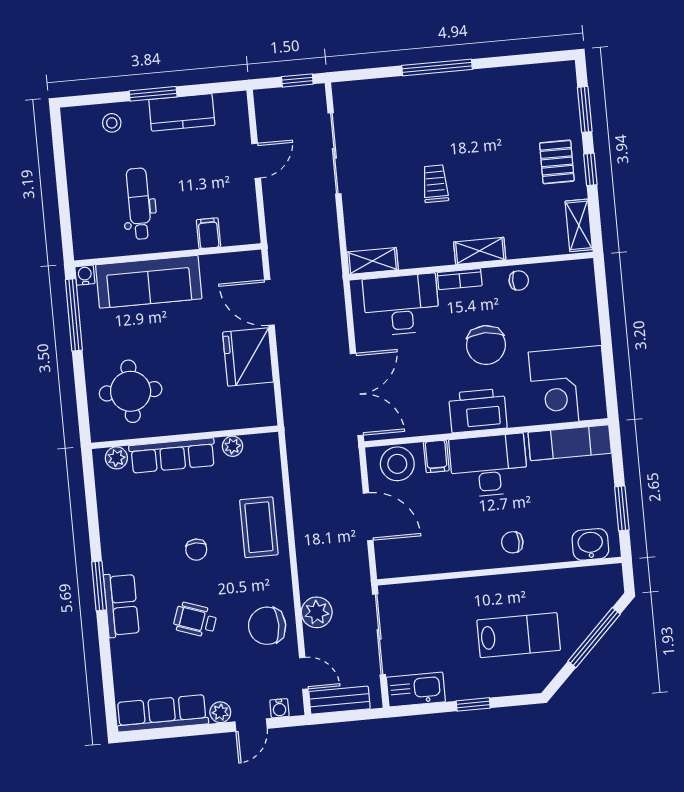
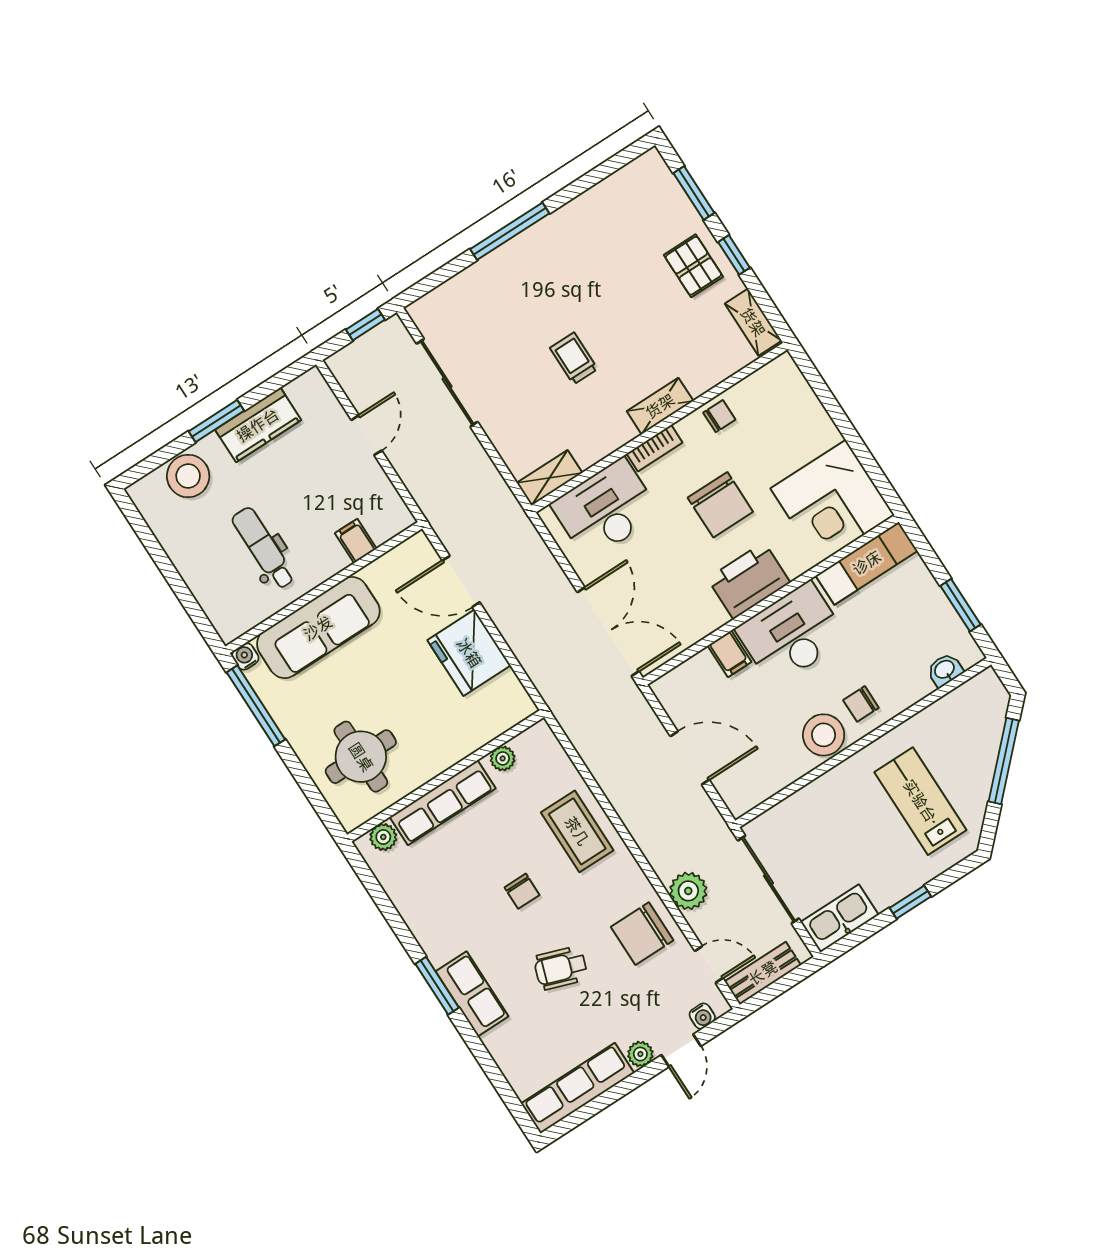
stool: (112, 123) -> (188, 476), width x1.89, depth x1.89
stool: (397, 464) -> (824, 735), moved
washbasin: (590, 544) -> (945, 670), width x0.72, depth x0.69
lab bench: (519, 635) -> (920, 801), turned -90

